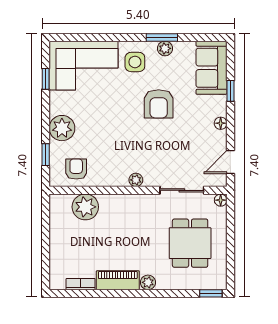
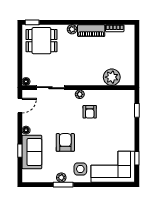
sofa: (211, 68) -> (32, 152), moved
plant: (62, 128) -> (127, 127), removed
armchair: (76, 169) -> (90, 112), moved
dining table: (190, 243) -> (41, 41), moved, turned 90

